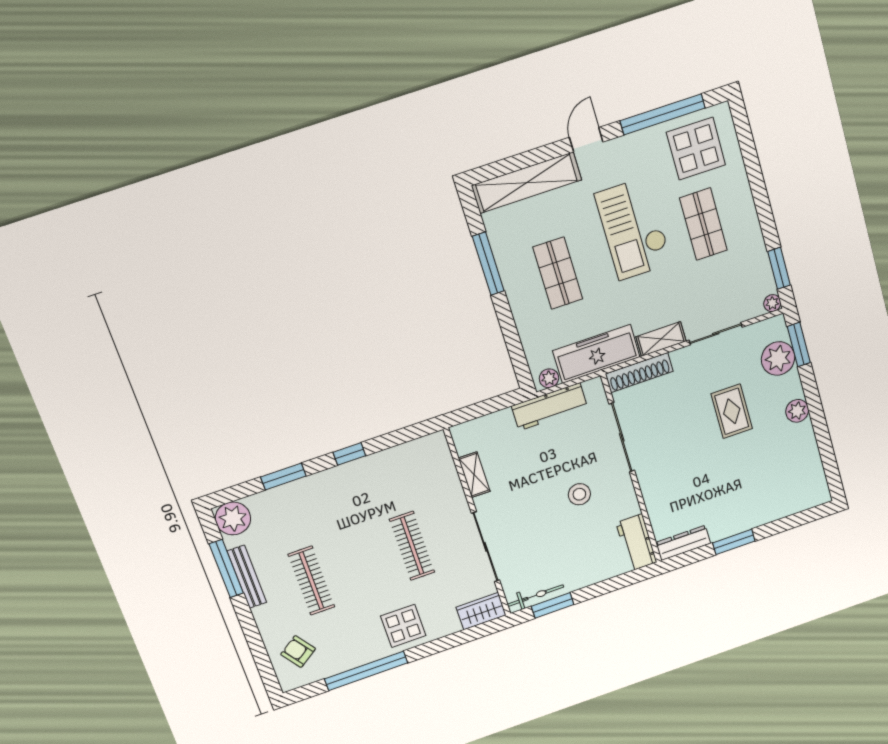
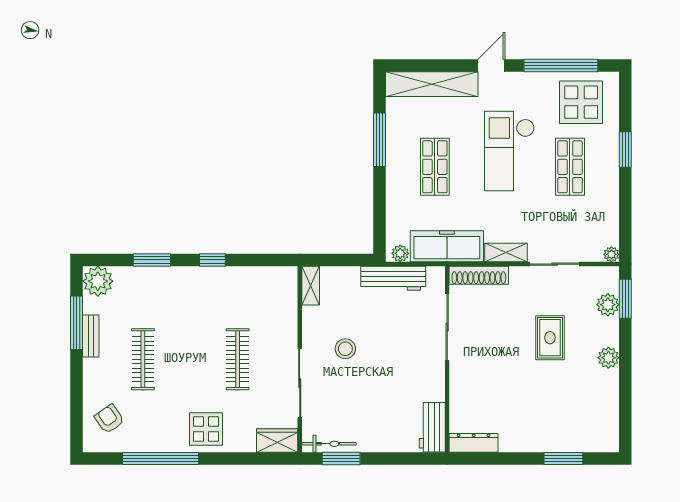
window: (779, 268) -> (625, 150), moved
plant: (778, 358) -> (608, 305), width x0.73, depth x0.73
shelving: (474, 475) -> (311, 286), moved
stool: (579, 494) -> (345, 349), moved
window: (734, 542) -> (563, 459), moved
bench: (247, 577) -> (91, 336), width x0.73

